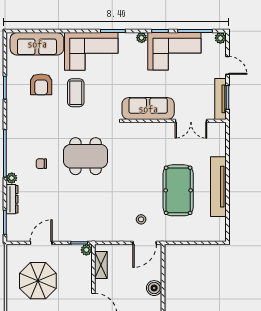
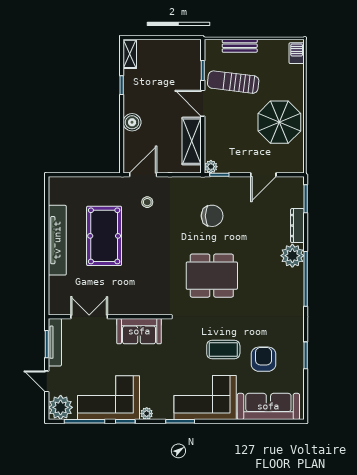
plant: (220, 38) -> (61, 407), width x1.88, depth x1.88
coffee table: (76, 93) -> (223, 349), turned 90
sofa: (148, 109) -> (139, 331), width x0.73
chair: (41, 164) -> (212, 216), moved, width x1.87, depth x1.87
plant: (12, 178) -> (292, 256), width x1.87, depth x1.87
shelving: (101, 265) -> (192, 141), width x1.50, depth x1.33
parasol: (38, 281) -> (279, 122), moved

